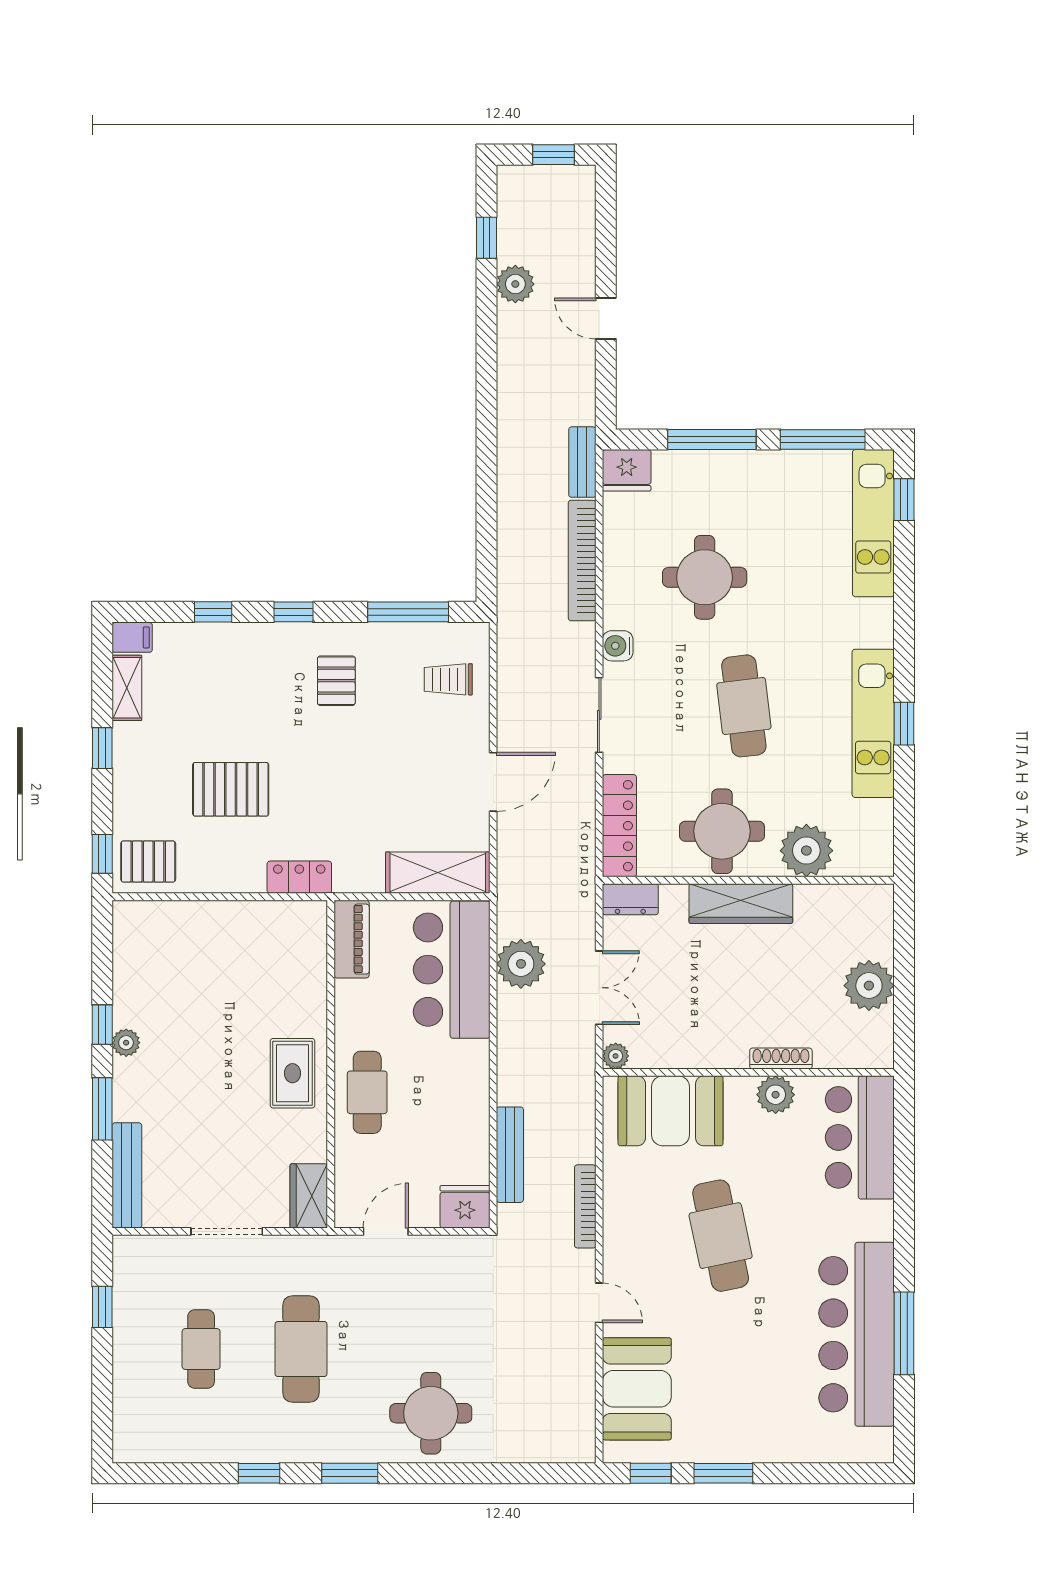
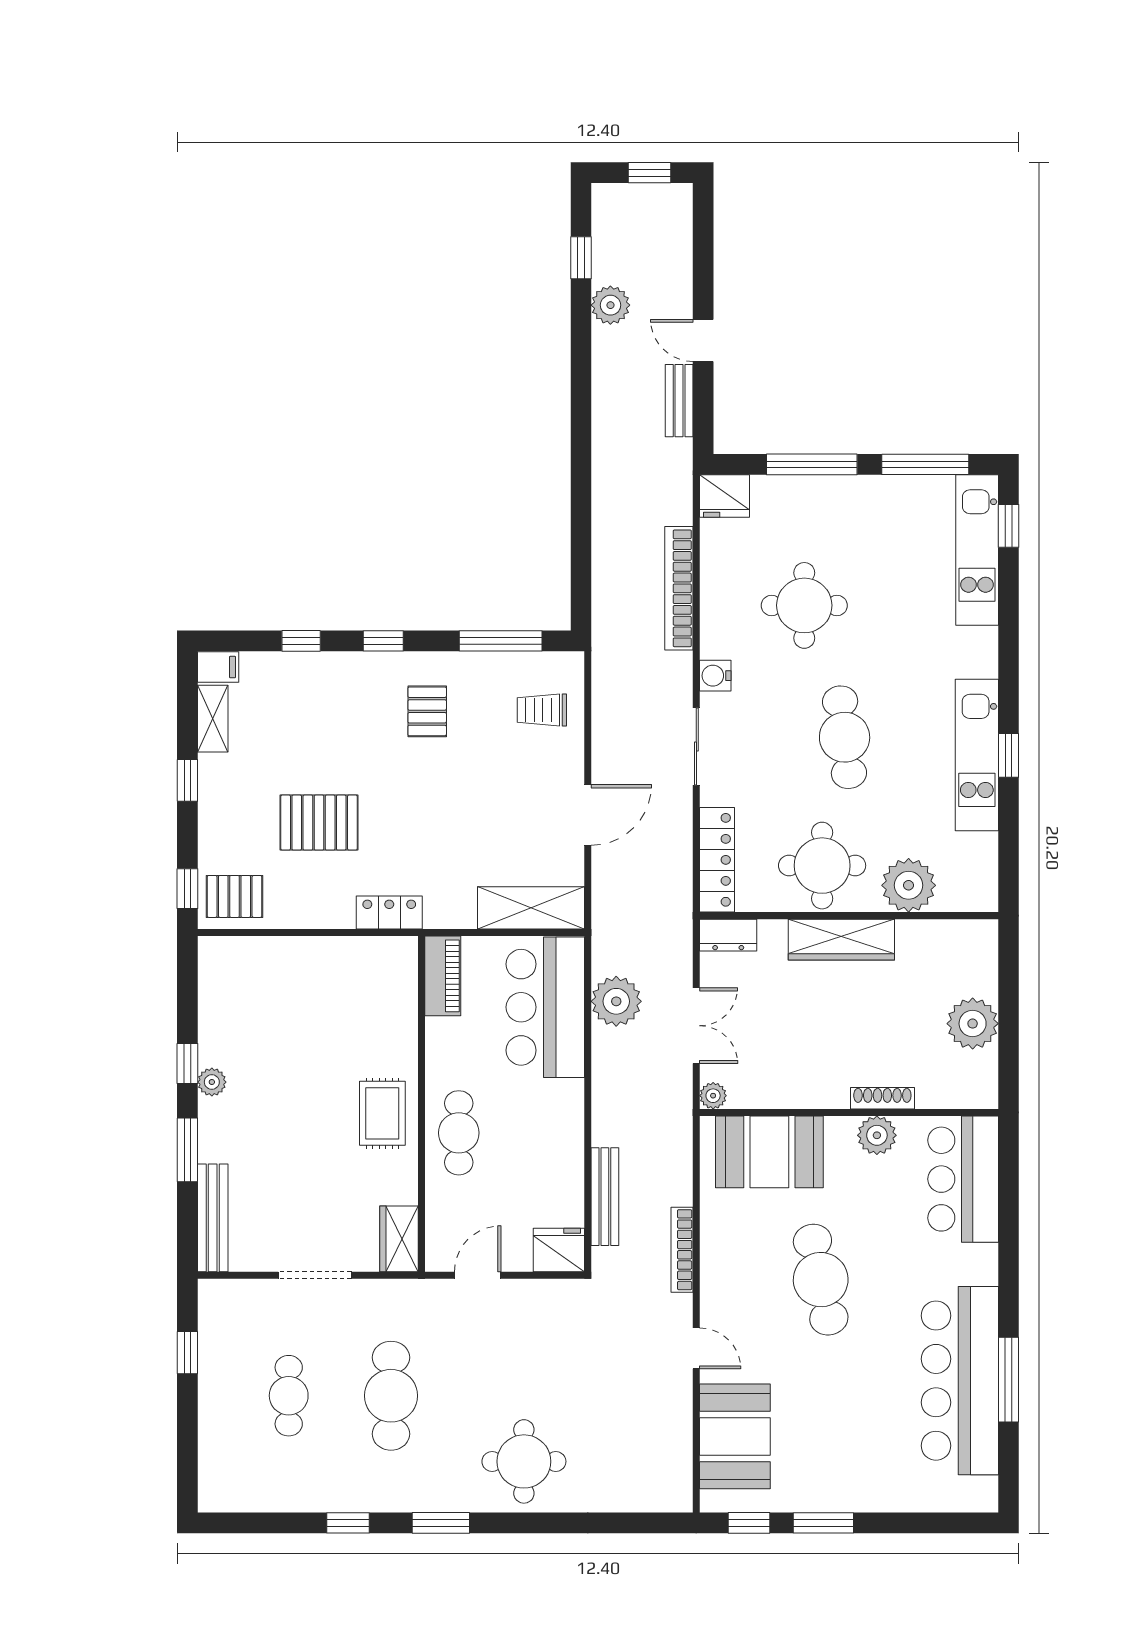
bench: (582, 462) -> (679, 401), moved

